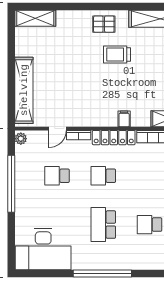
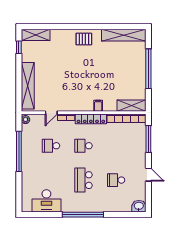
window: (11, 36) -> (19, 47), added
trolley: (117, 54) -> (93, 60), removed
desk: (43, 249) -> (46, 201), width x0.73, depth x0.77

